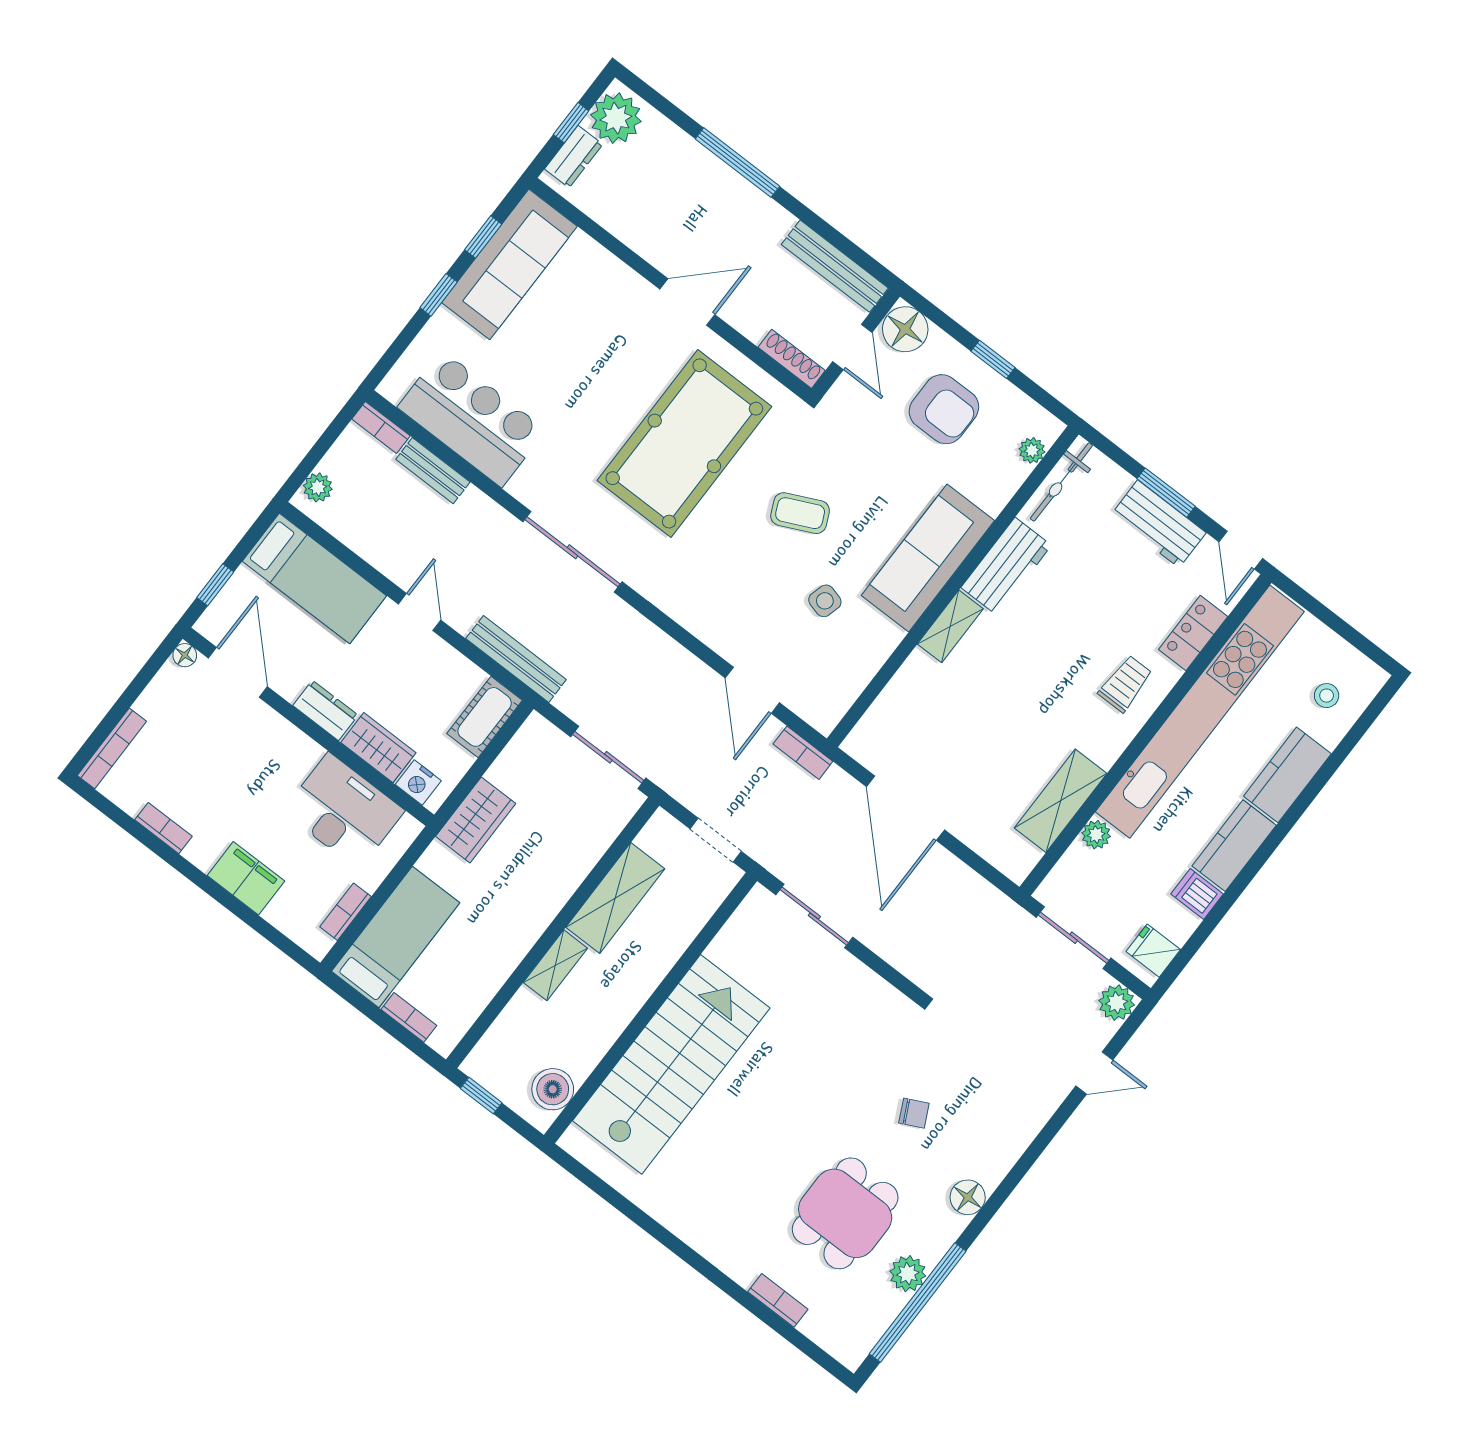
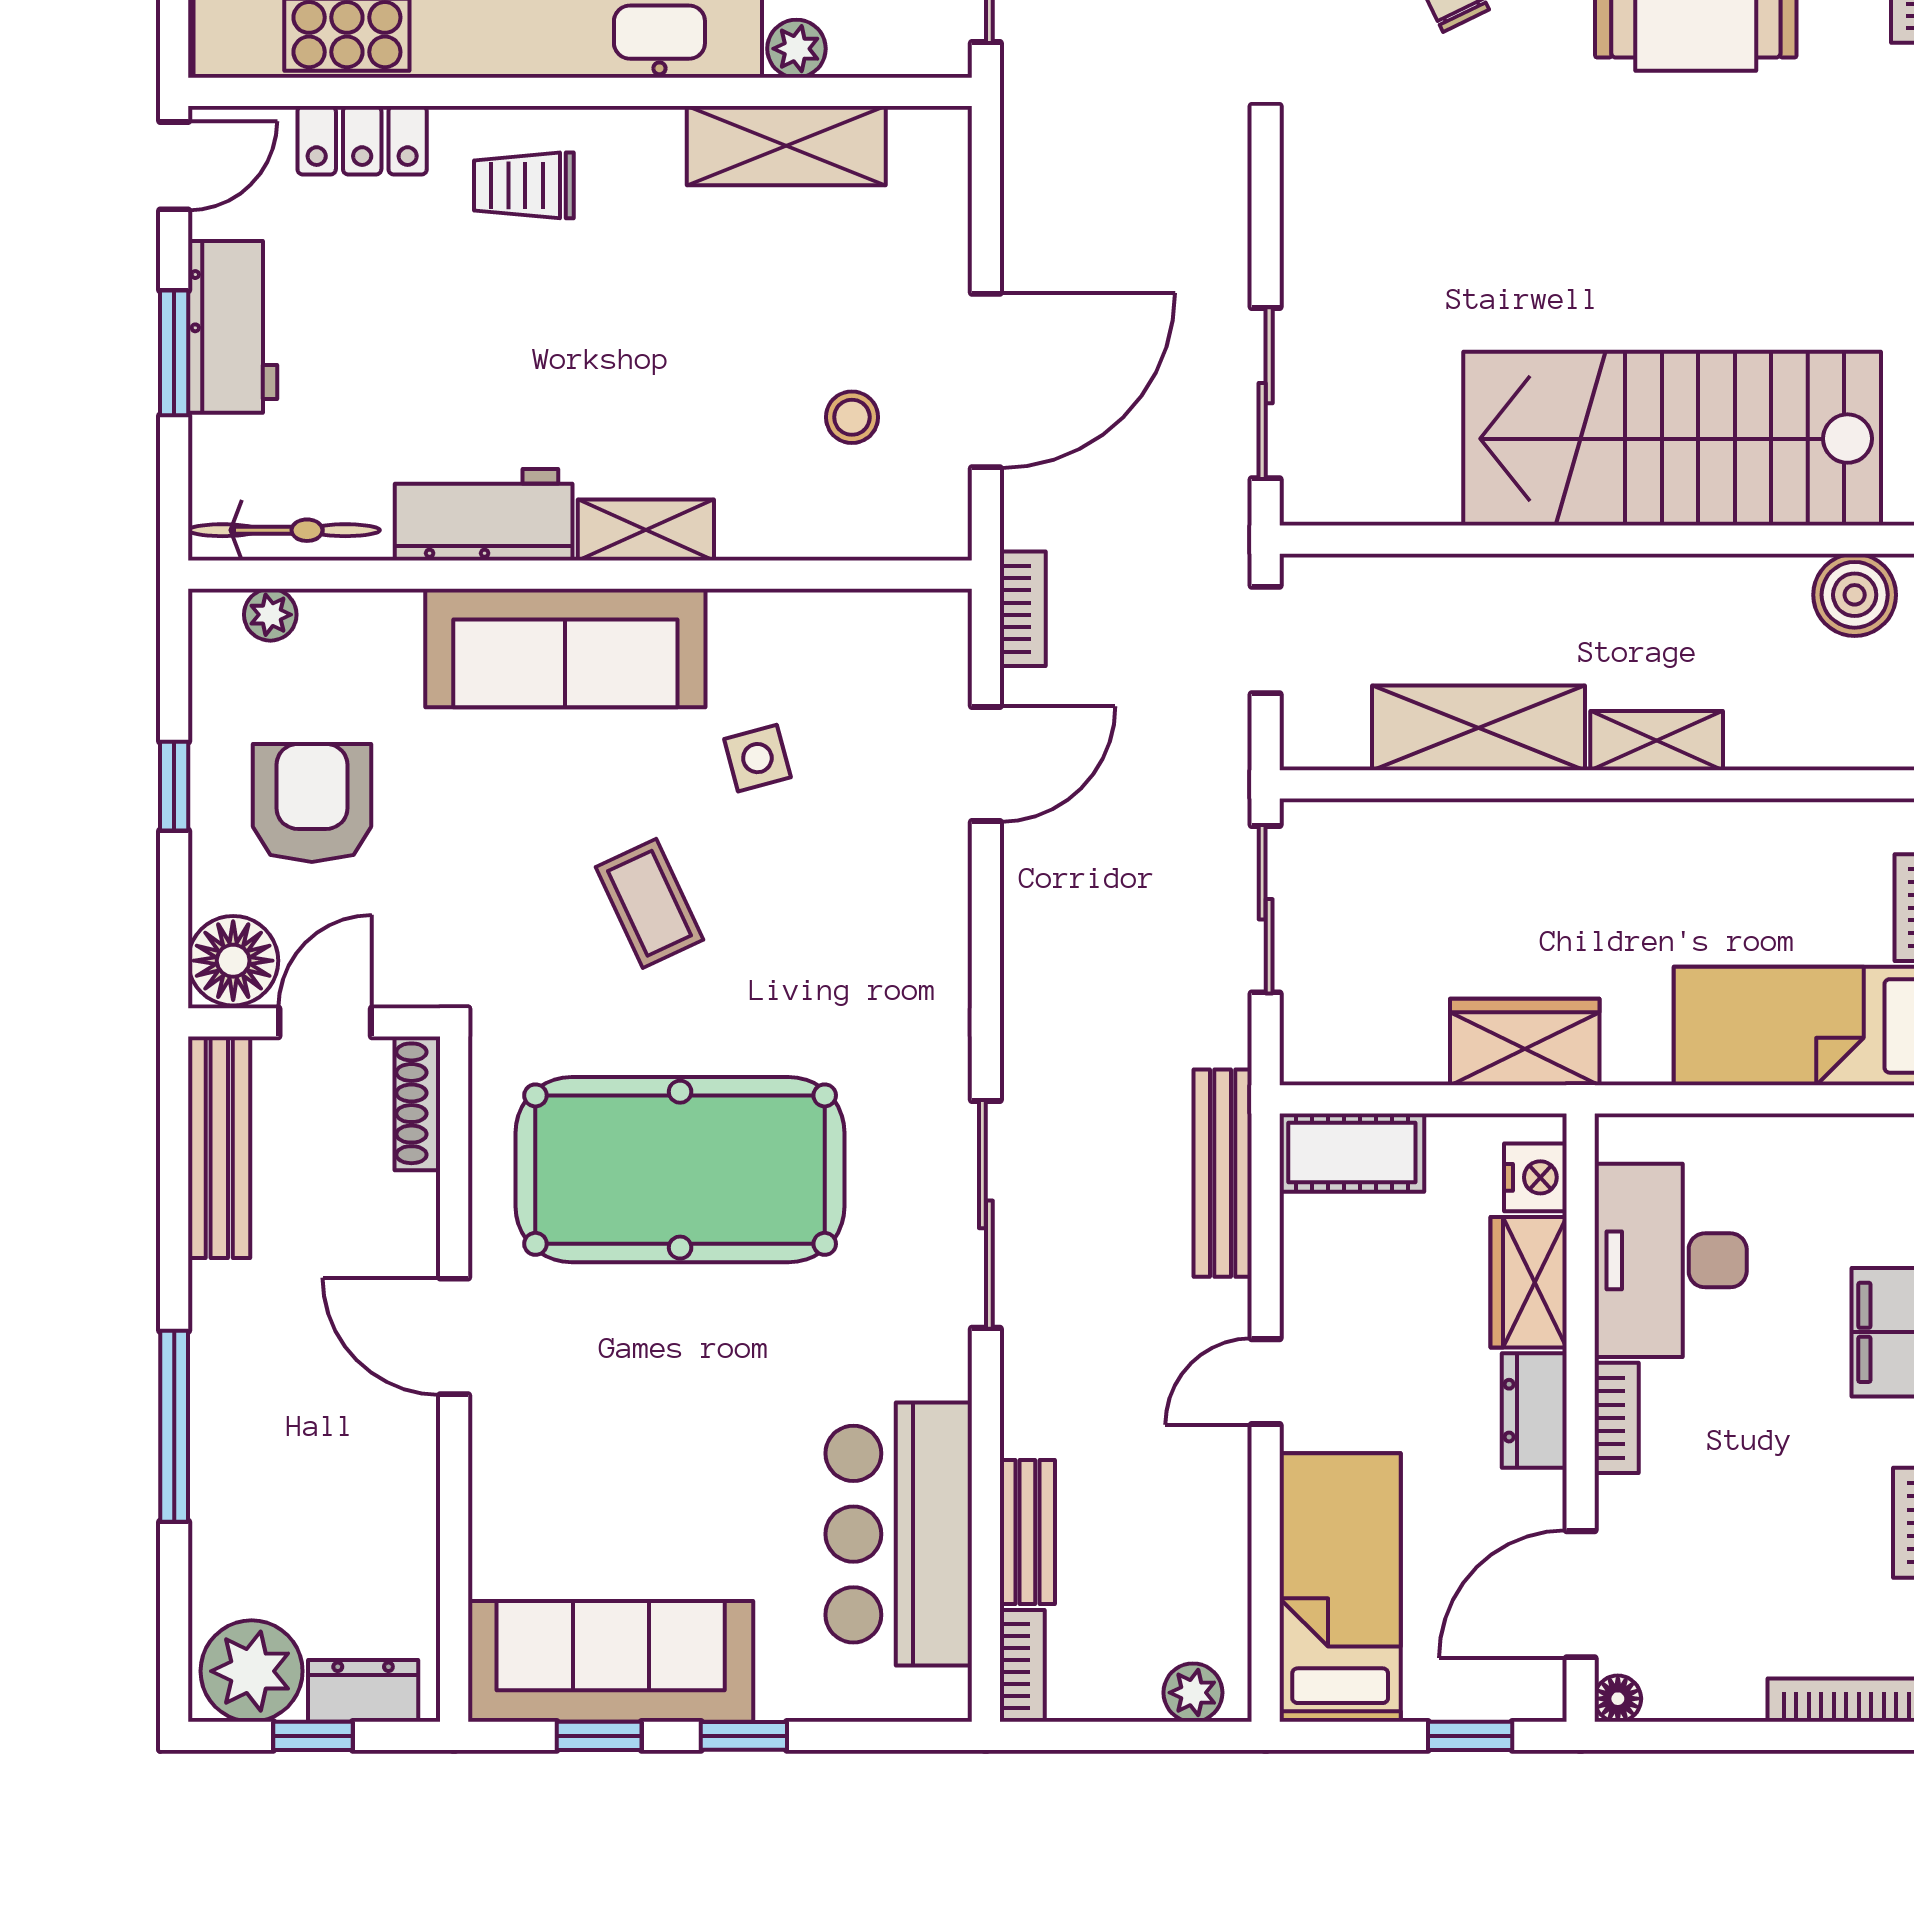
side table: (825, 601) -> (757, 758), turned -30
stool: (932, 743) -> (852, 417), added
bookcase: (346, 912) -> (1617, 1418), moved, turned -90

